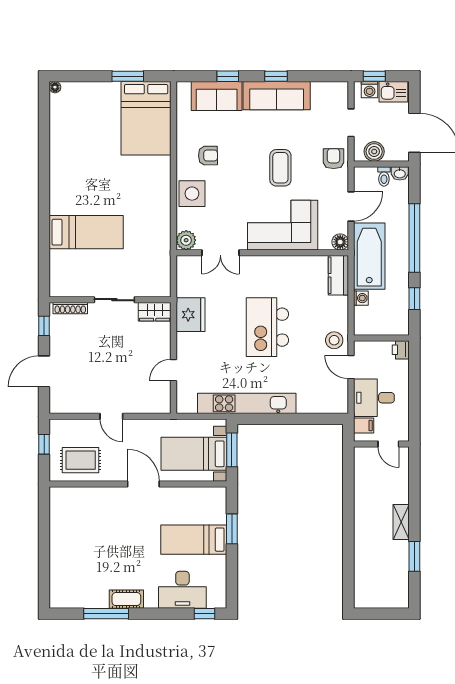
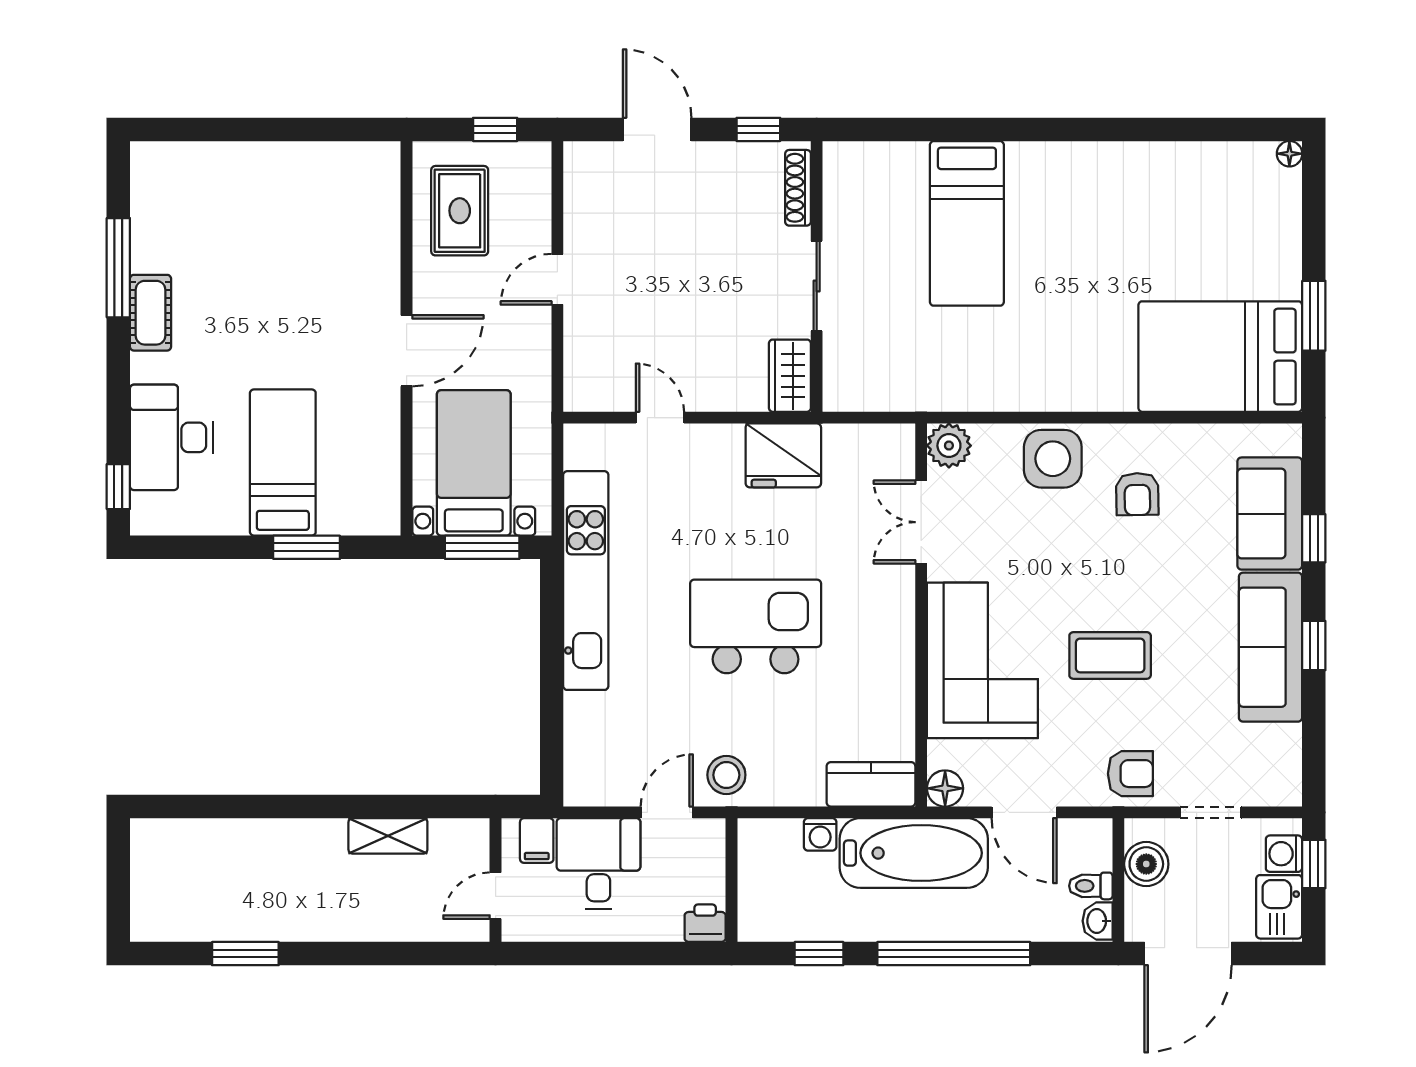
shelving: (401, 522) -> (388, 836), moved

